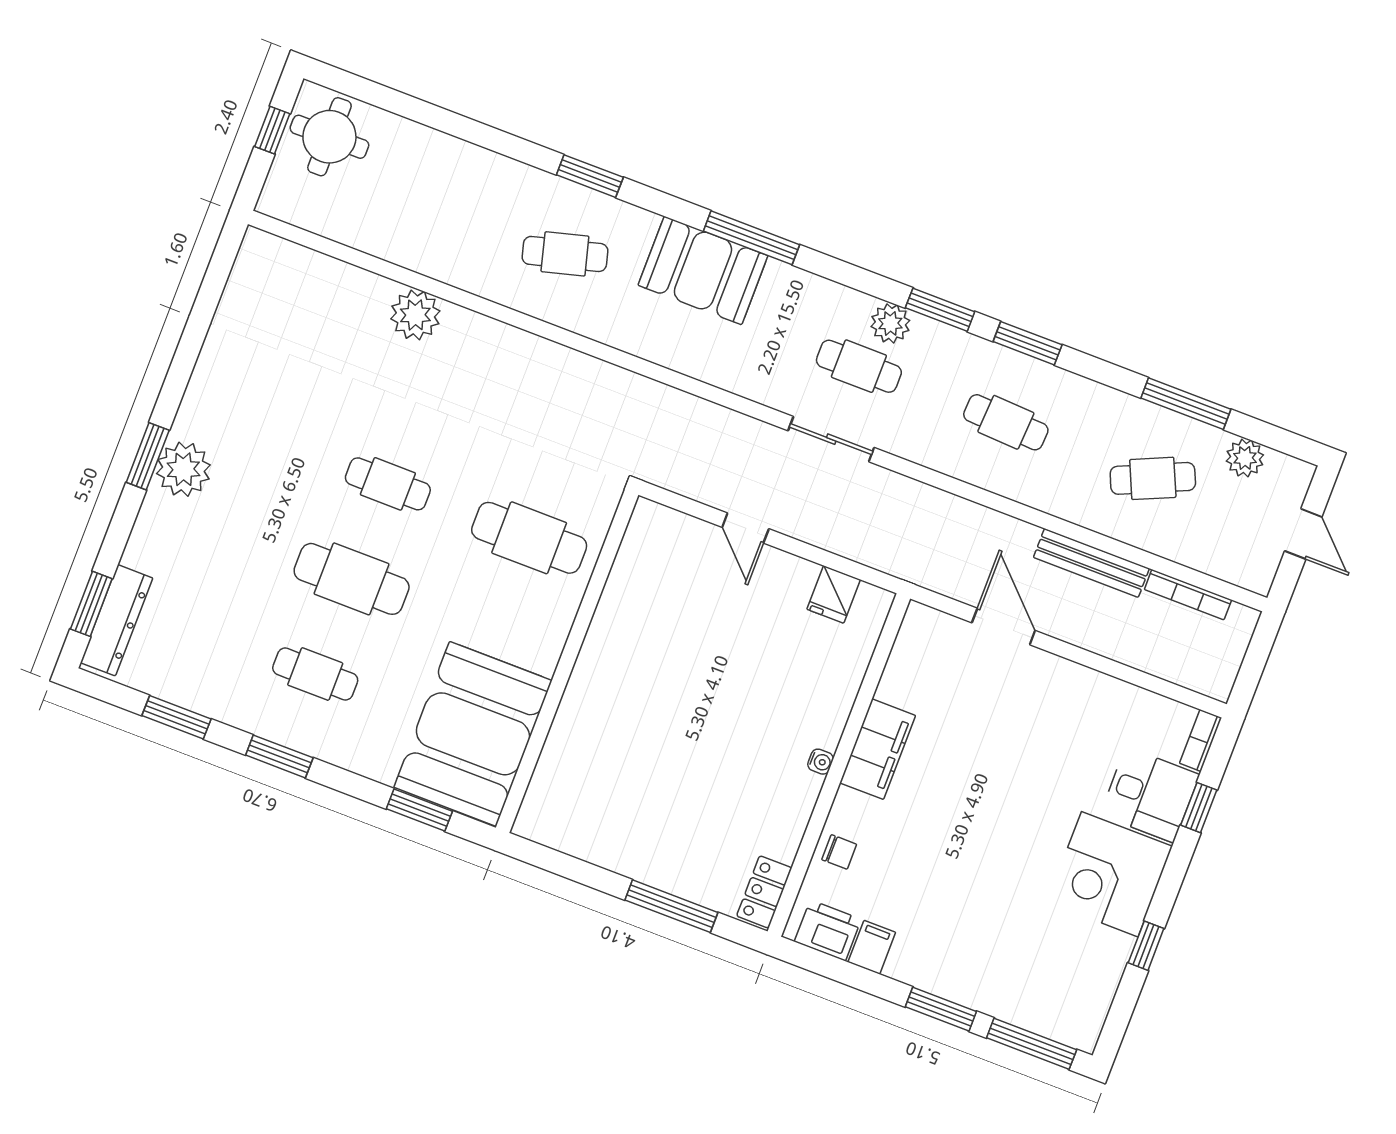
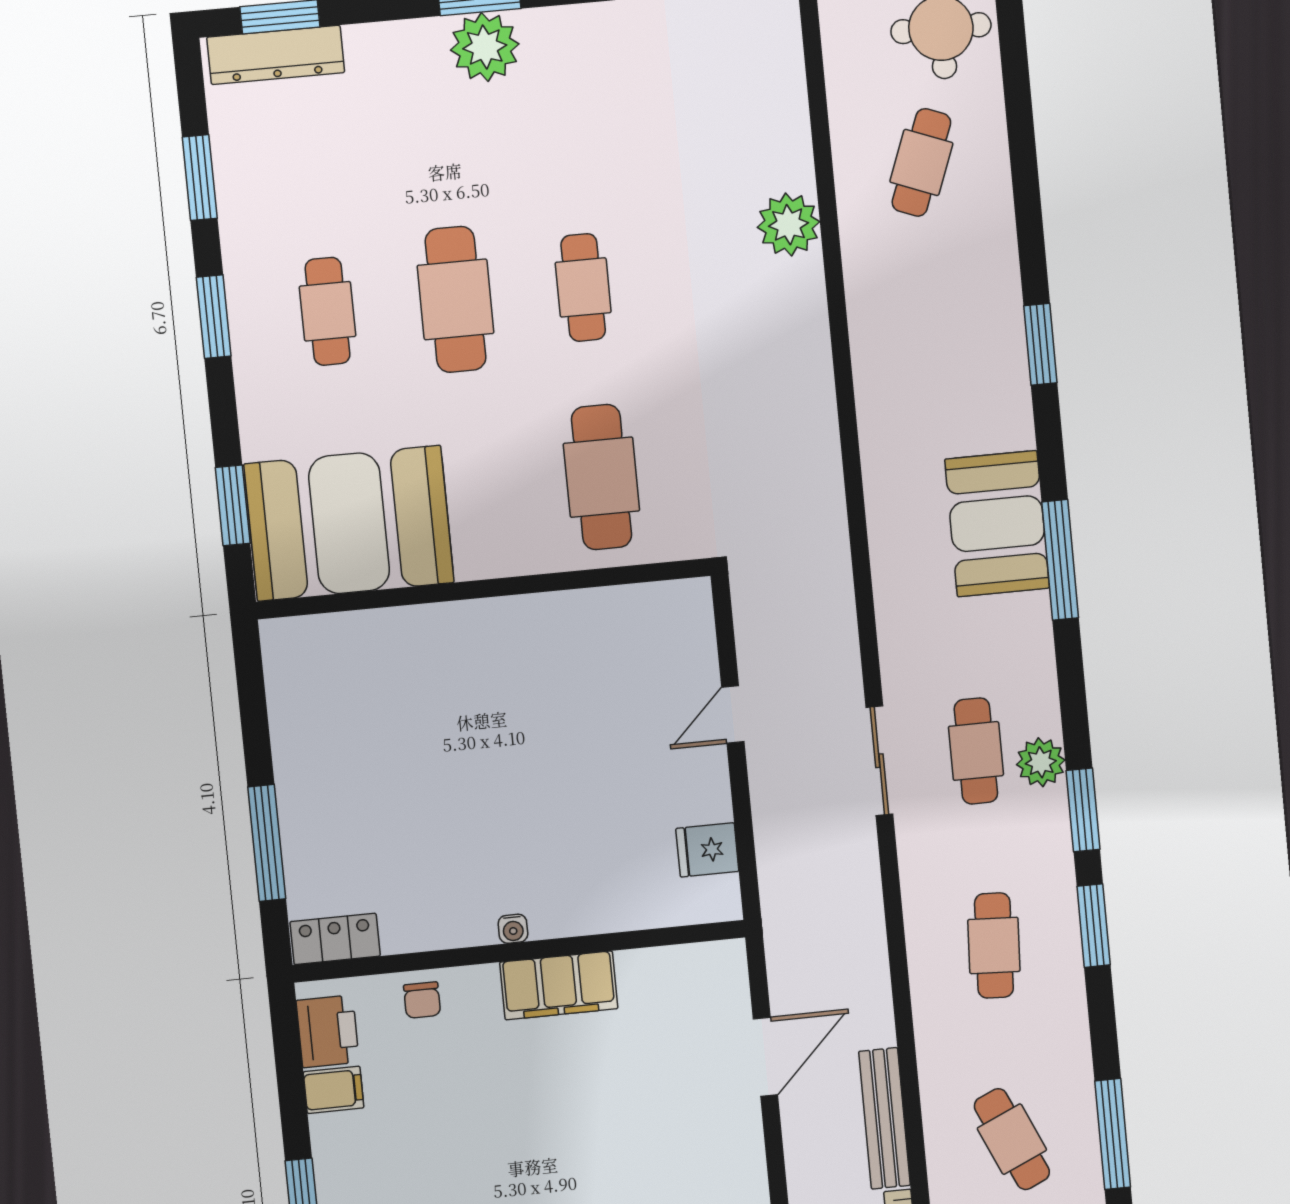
cafe table: (565, 254) -> (921, 162), moved, turned 36

